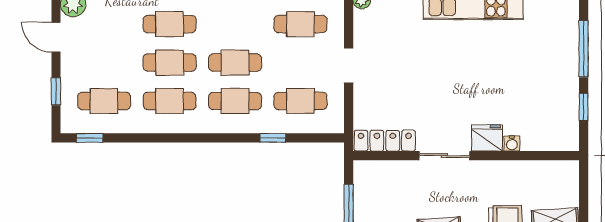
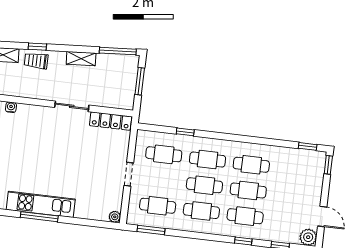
window: (56, 91) -> (328, 165), moved
cafe table: (104, 101) -> (201, 211), moved
fridge: (487, 138) -> (42, 115), removed
water cooler: (512, 143) -> (11, 107), moved

